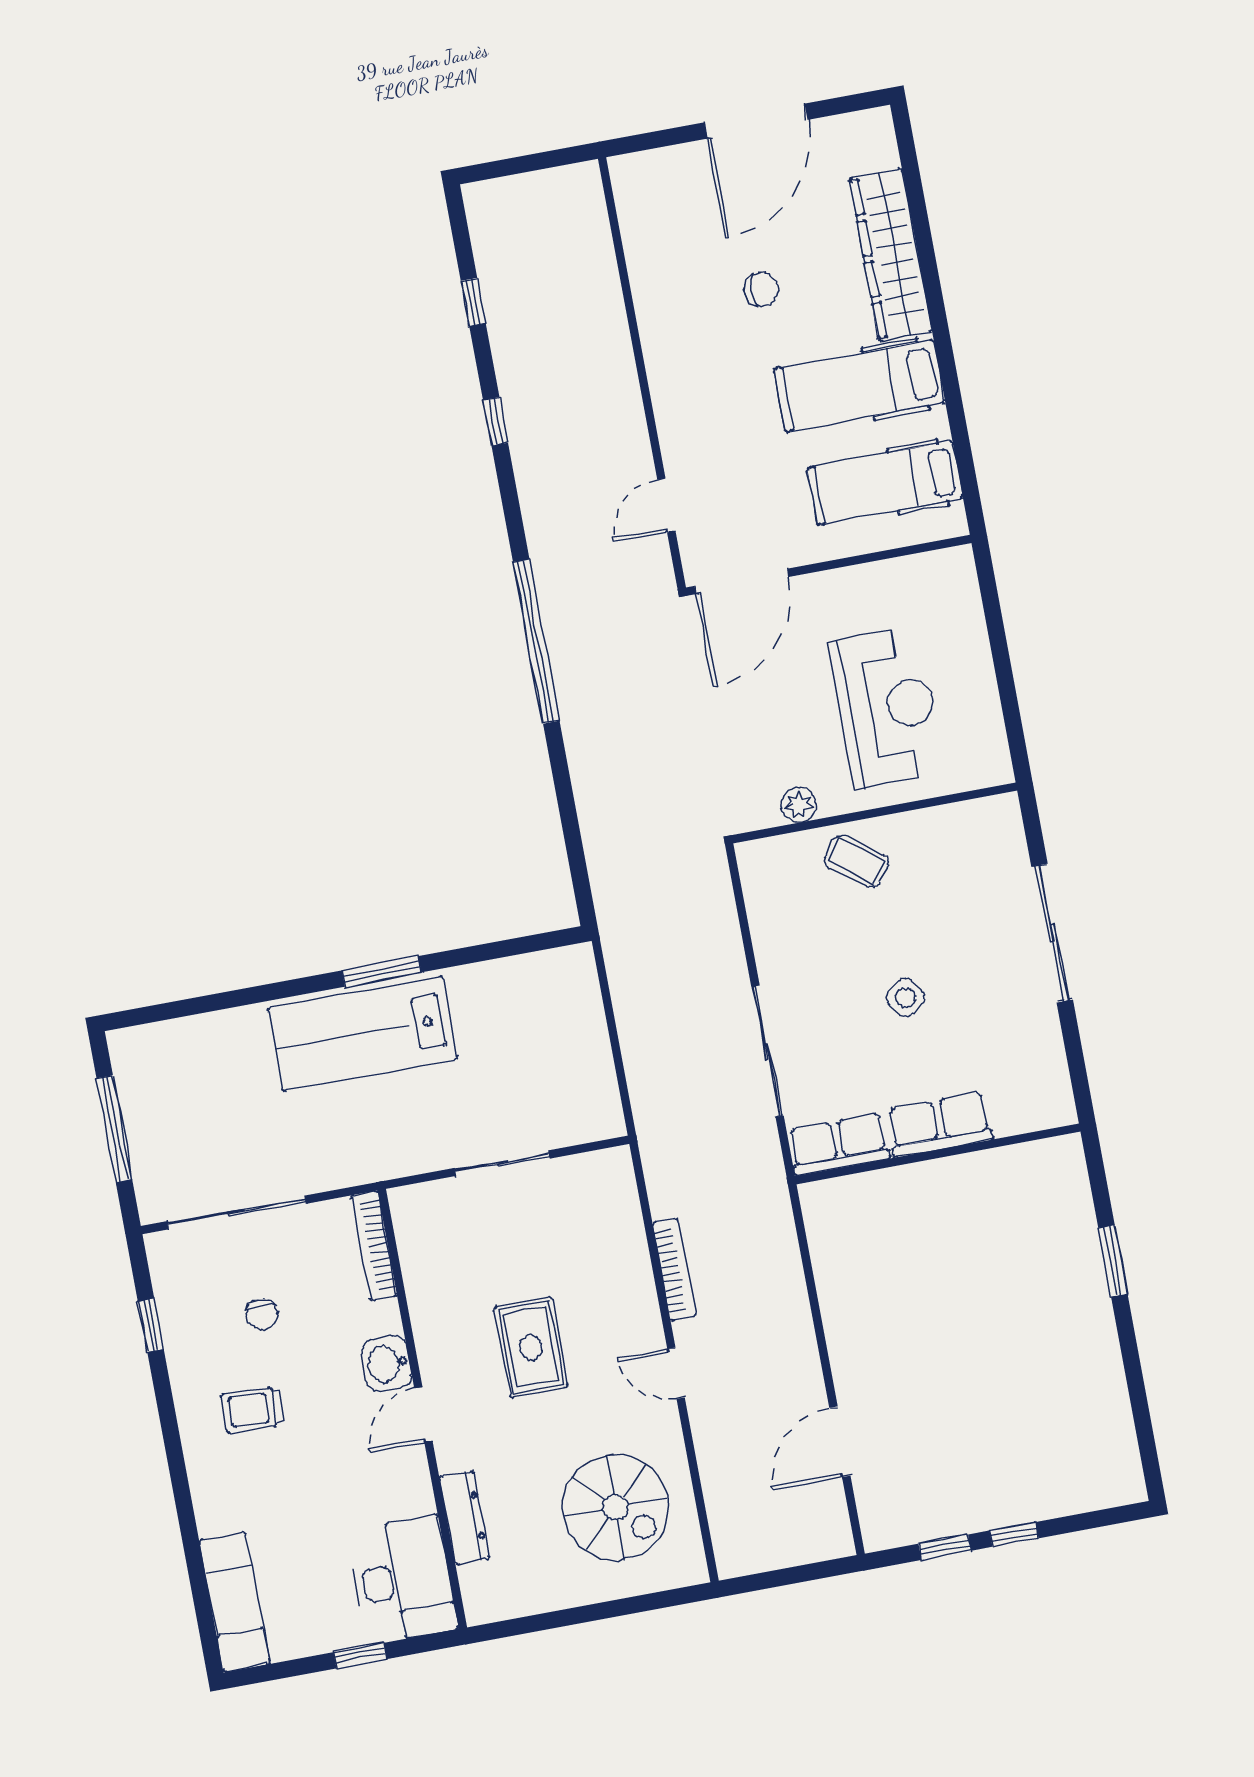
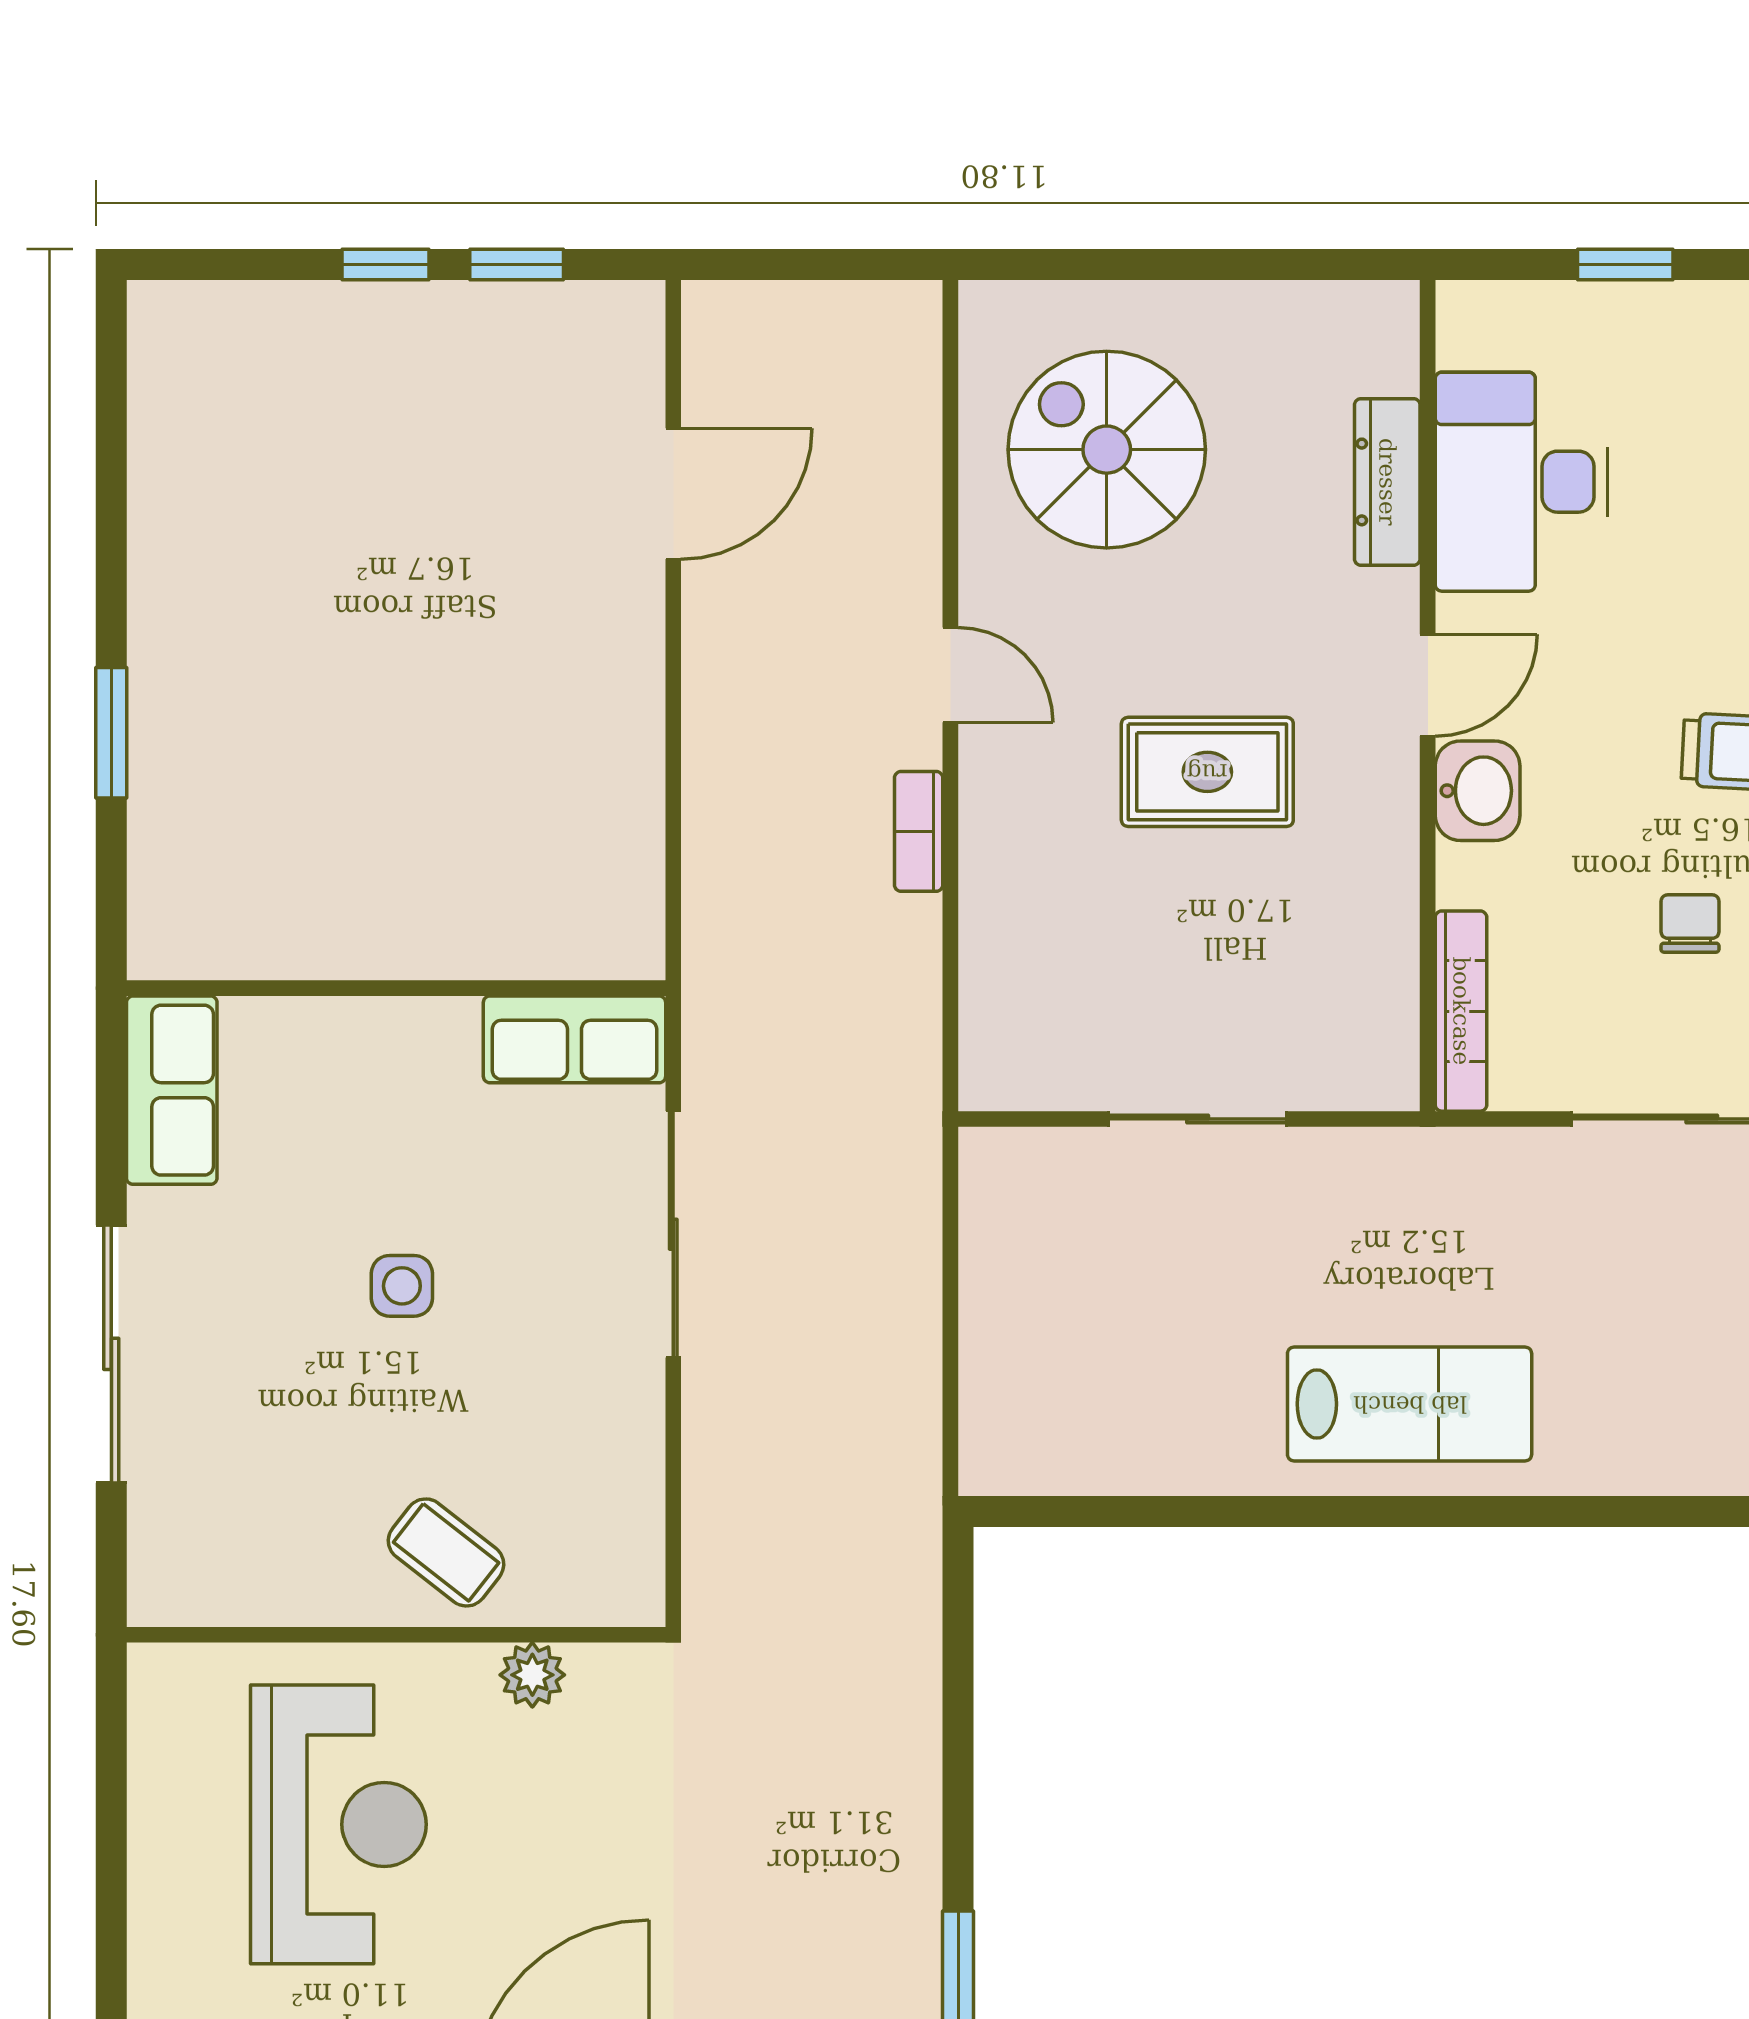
reception desk: (886, 707) -> (338, 1824), turned 180
window: (382, 971) -> (1353, 1512), removed
side table: (906, 997) -> (402, 1286), turned 37
lab bench: (363, 1034) -> (1410, 1404), width x0.73, depth x0.72
row of seats: (939, 1125) -> (172, 1090), moved, turned -90
bookcase: (674, 1270) -> (919, 831), width x0.64
rug: (531, 1347) -> (1207, 772), turned 90
desk: (403, 1579) -> (1521, 482), moved

